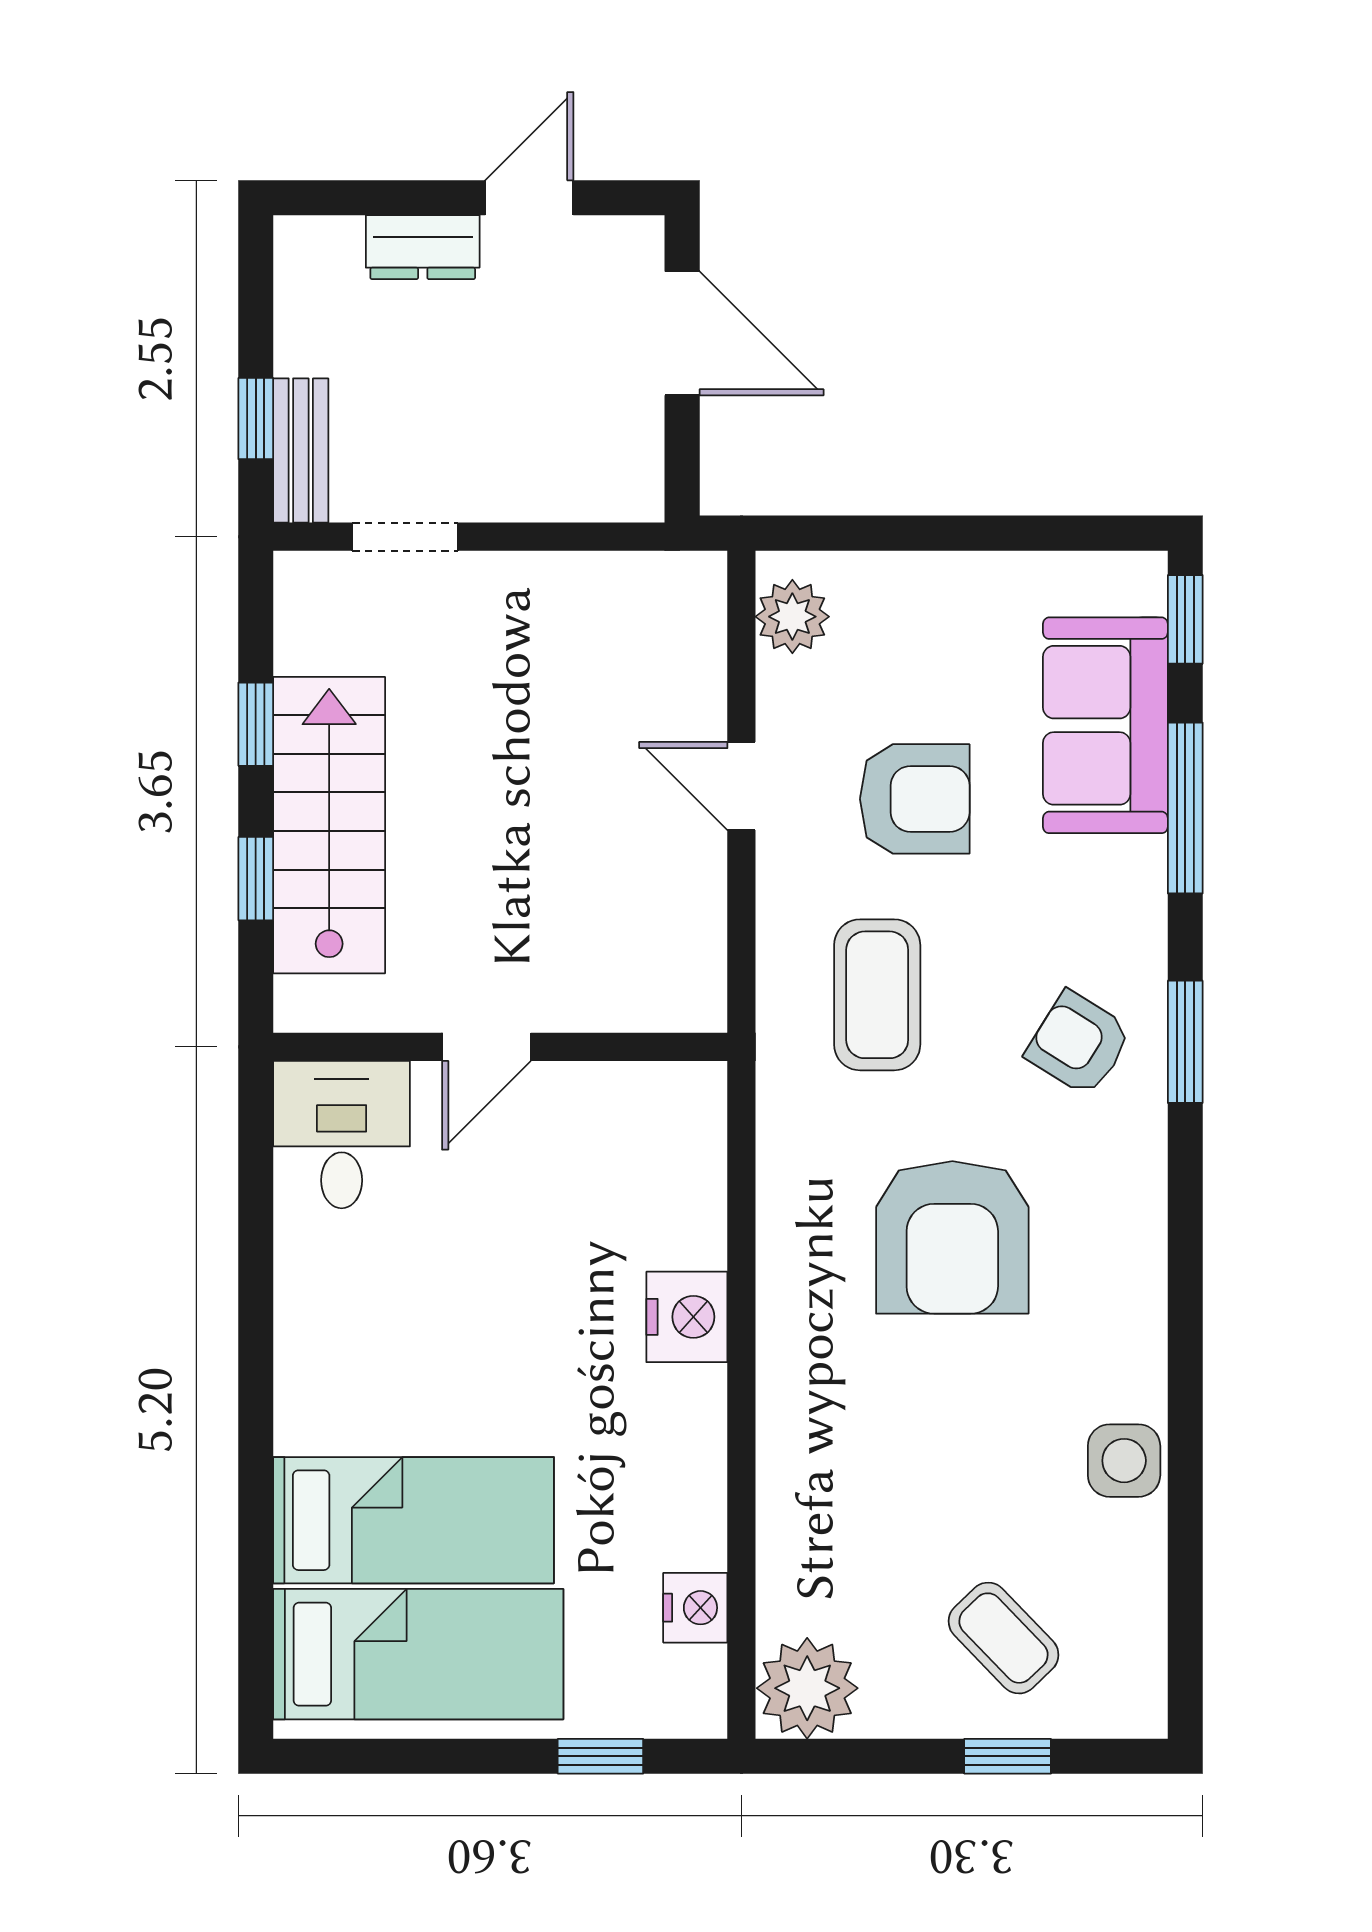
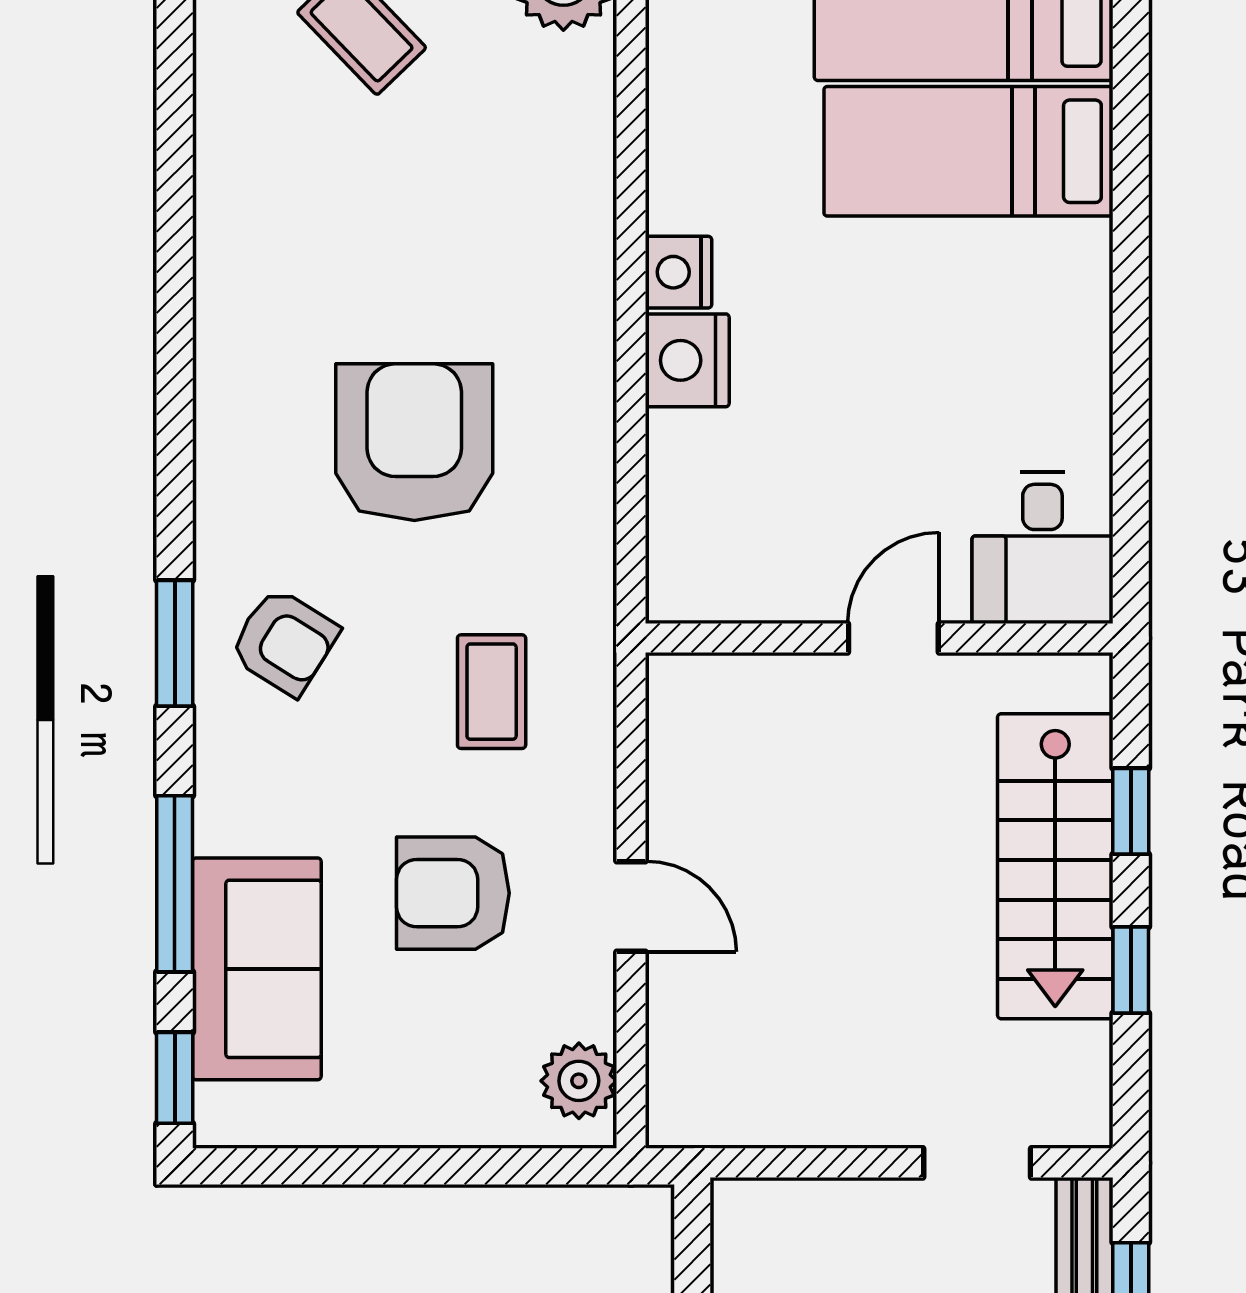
coffee table: (877, 995) -> (492, 692), width x0.73, depth x0.77
side table: (1124, 1461) -> (238, 213), removed
nightstand: (695, 1608) -> (679, 272), moved

